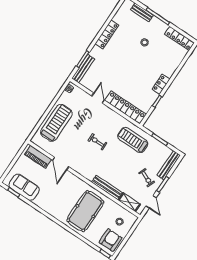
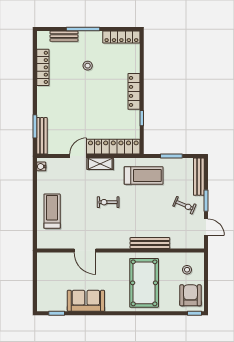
locker: (107, 34) -> (43, 67), moved
locker: (161, 84) -> (134, 91), width x1.53
door: (98, 98) -> (78, 156), hinge flipped
treadmill: (56, 123) -> (52, 211), width x0.73, depth x0.73
treadmill: (133, 140) -> (144, 176), turned 180
piano: (38, 157) -> (57, 259), removed
sofa: (24, 187) -> (86, 301), moved
shelving: (129, 202) -> (100, 164), moved

